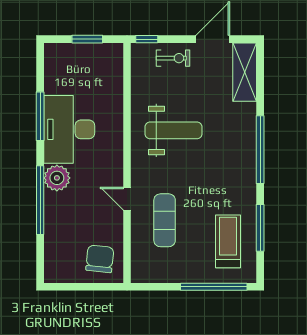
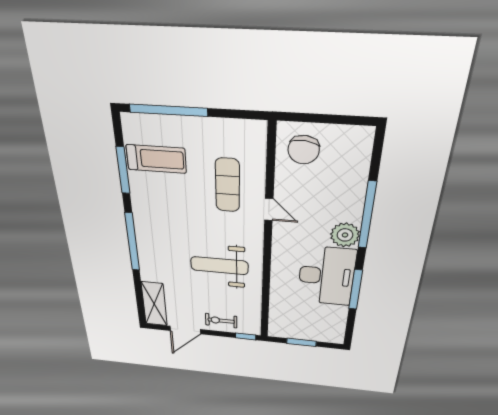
treadmill: (228, 241) -> (156, 159), turned -90

